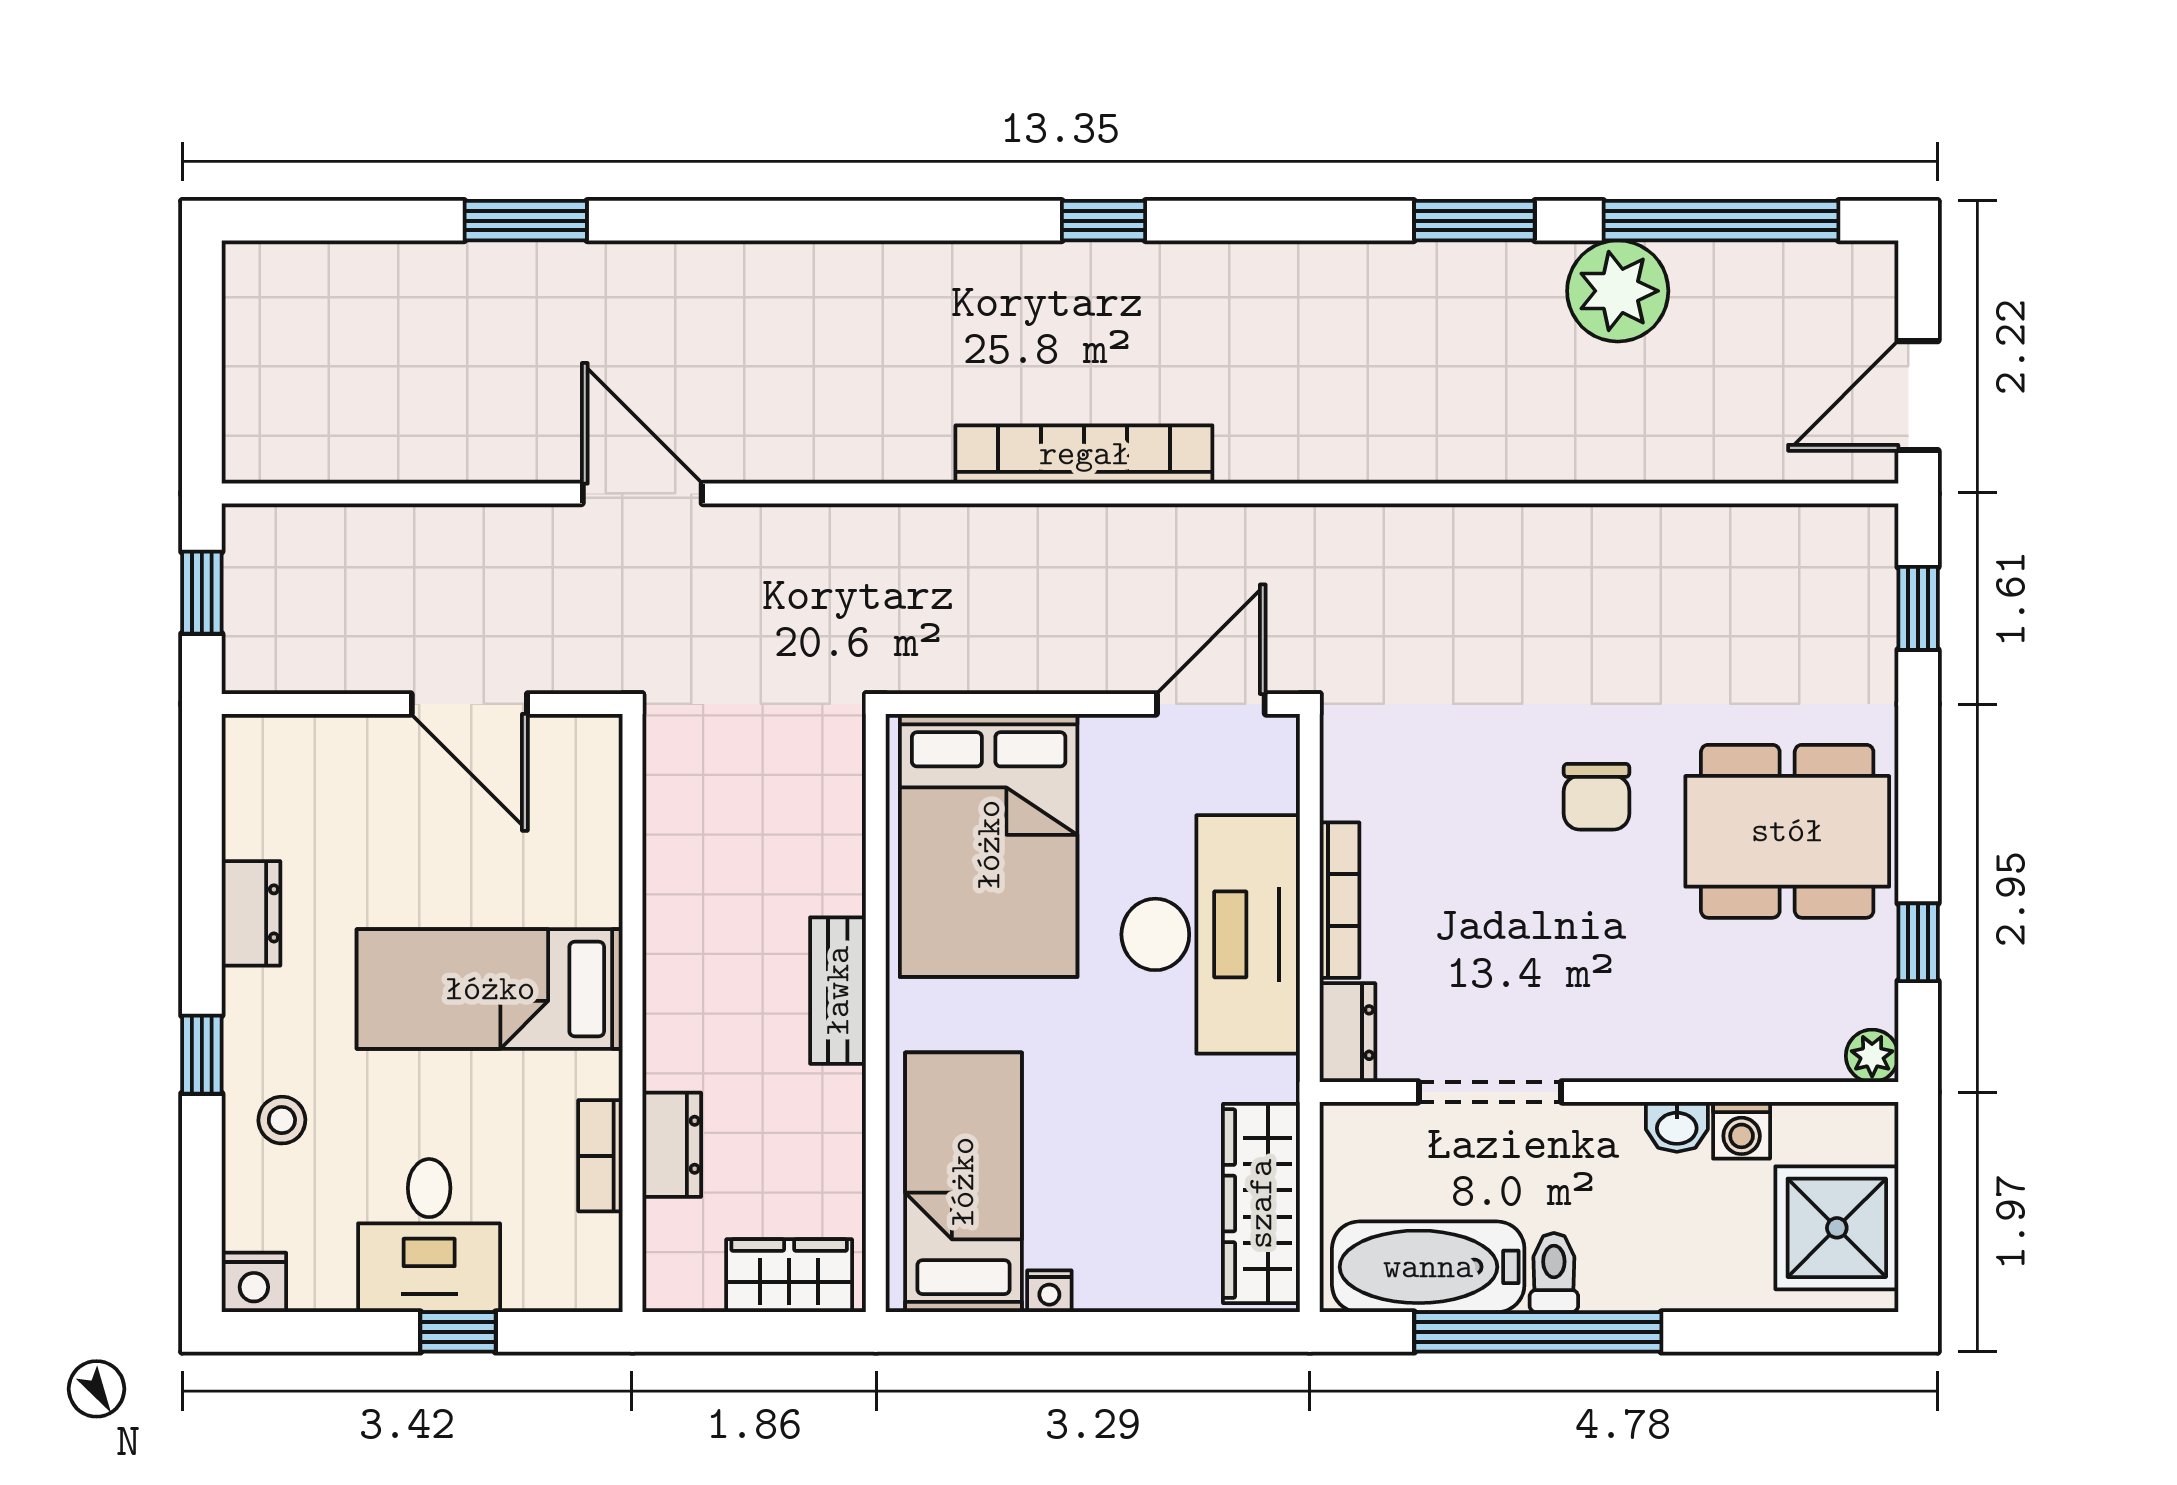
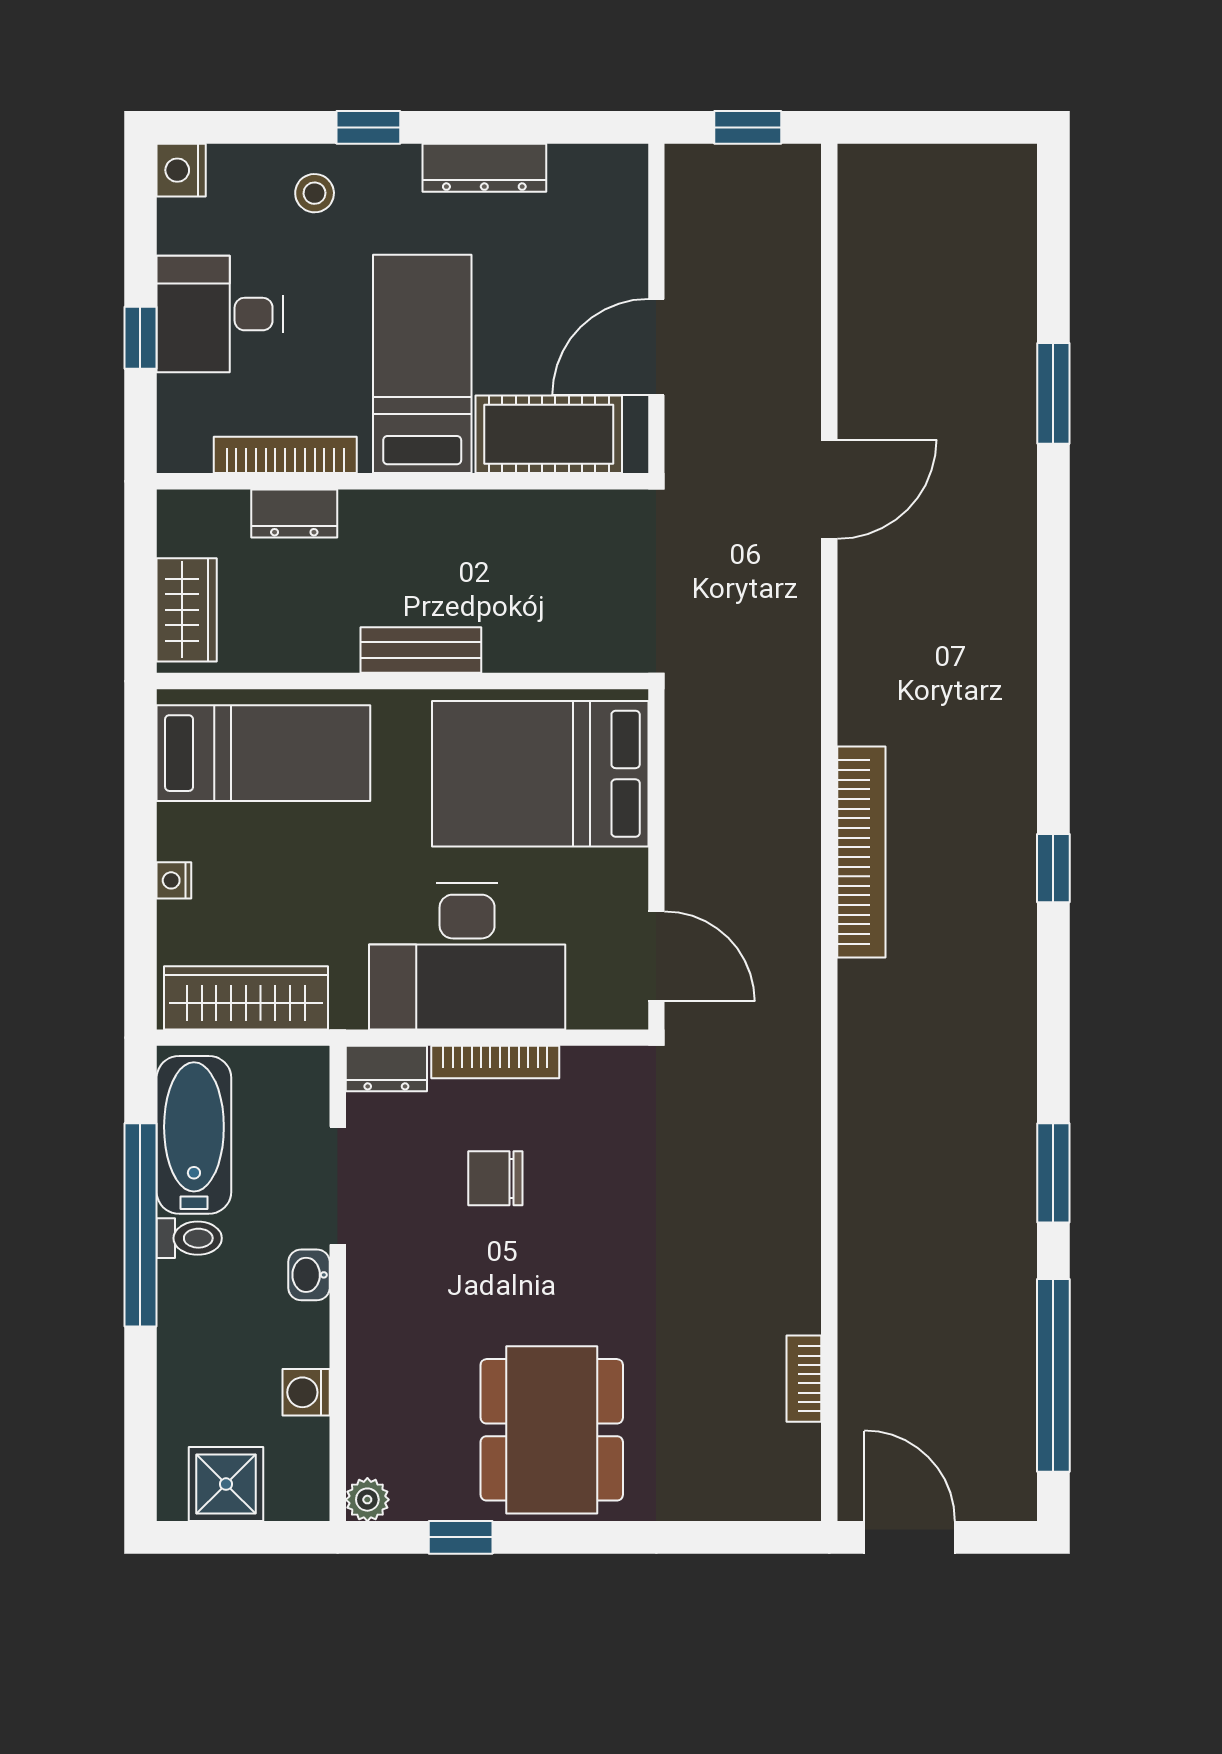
plant: (1618, 291) -> (996, 1291), removed
bookcase: (1725, 524) -> (804, 1379), added
window: (1918, 608) -> (735, 1537), removed
chair: (1597, 797) -> (495, 1178), moved
cot: (575, 835) -> (549, 434), added
dresser: (251, 913) -> (484, 168), width x1.44
washbasin: (1677, 1127) -> (309, 1275), moved
bookcase: (600, 1156) -> (285, 455), width x1.56
shower: (1837, 1228) -> (226, 1484), width x0.73, depth x0.73
nightstand: (1049, 1291) -> (174, 880), moved

